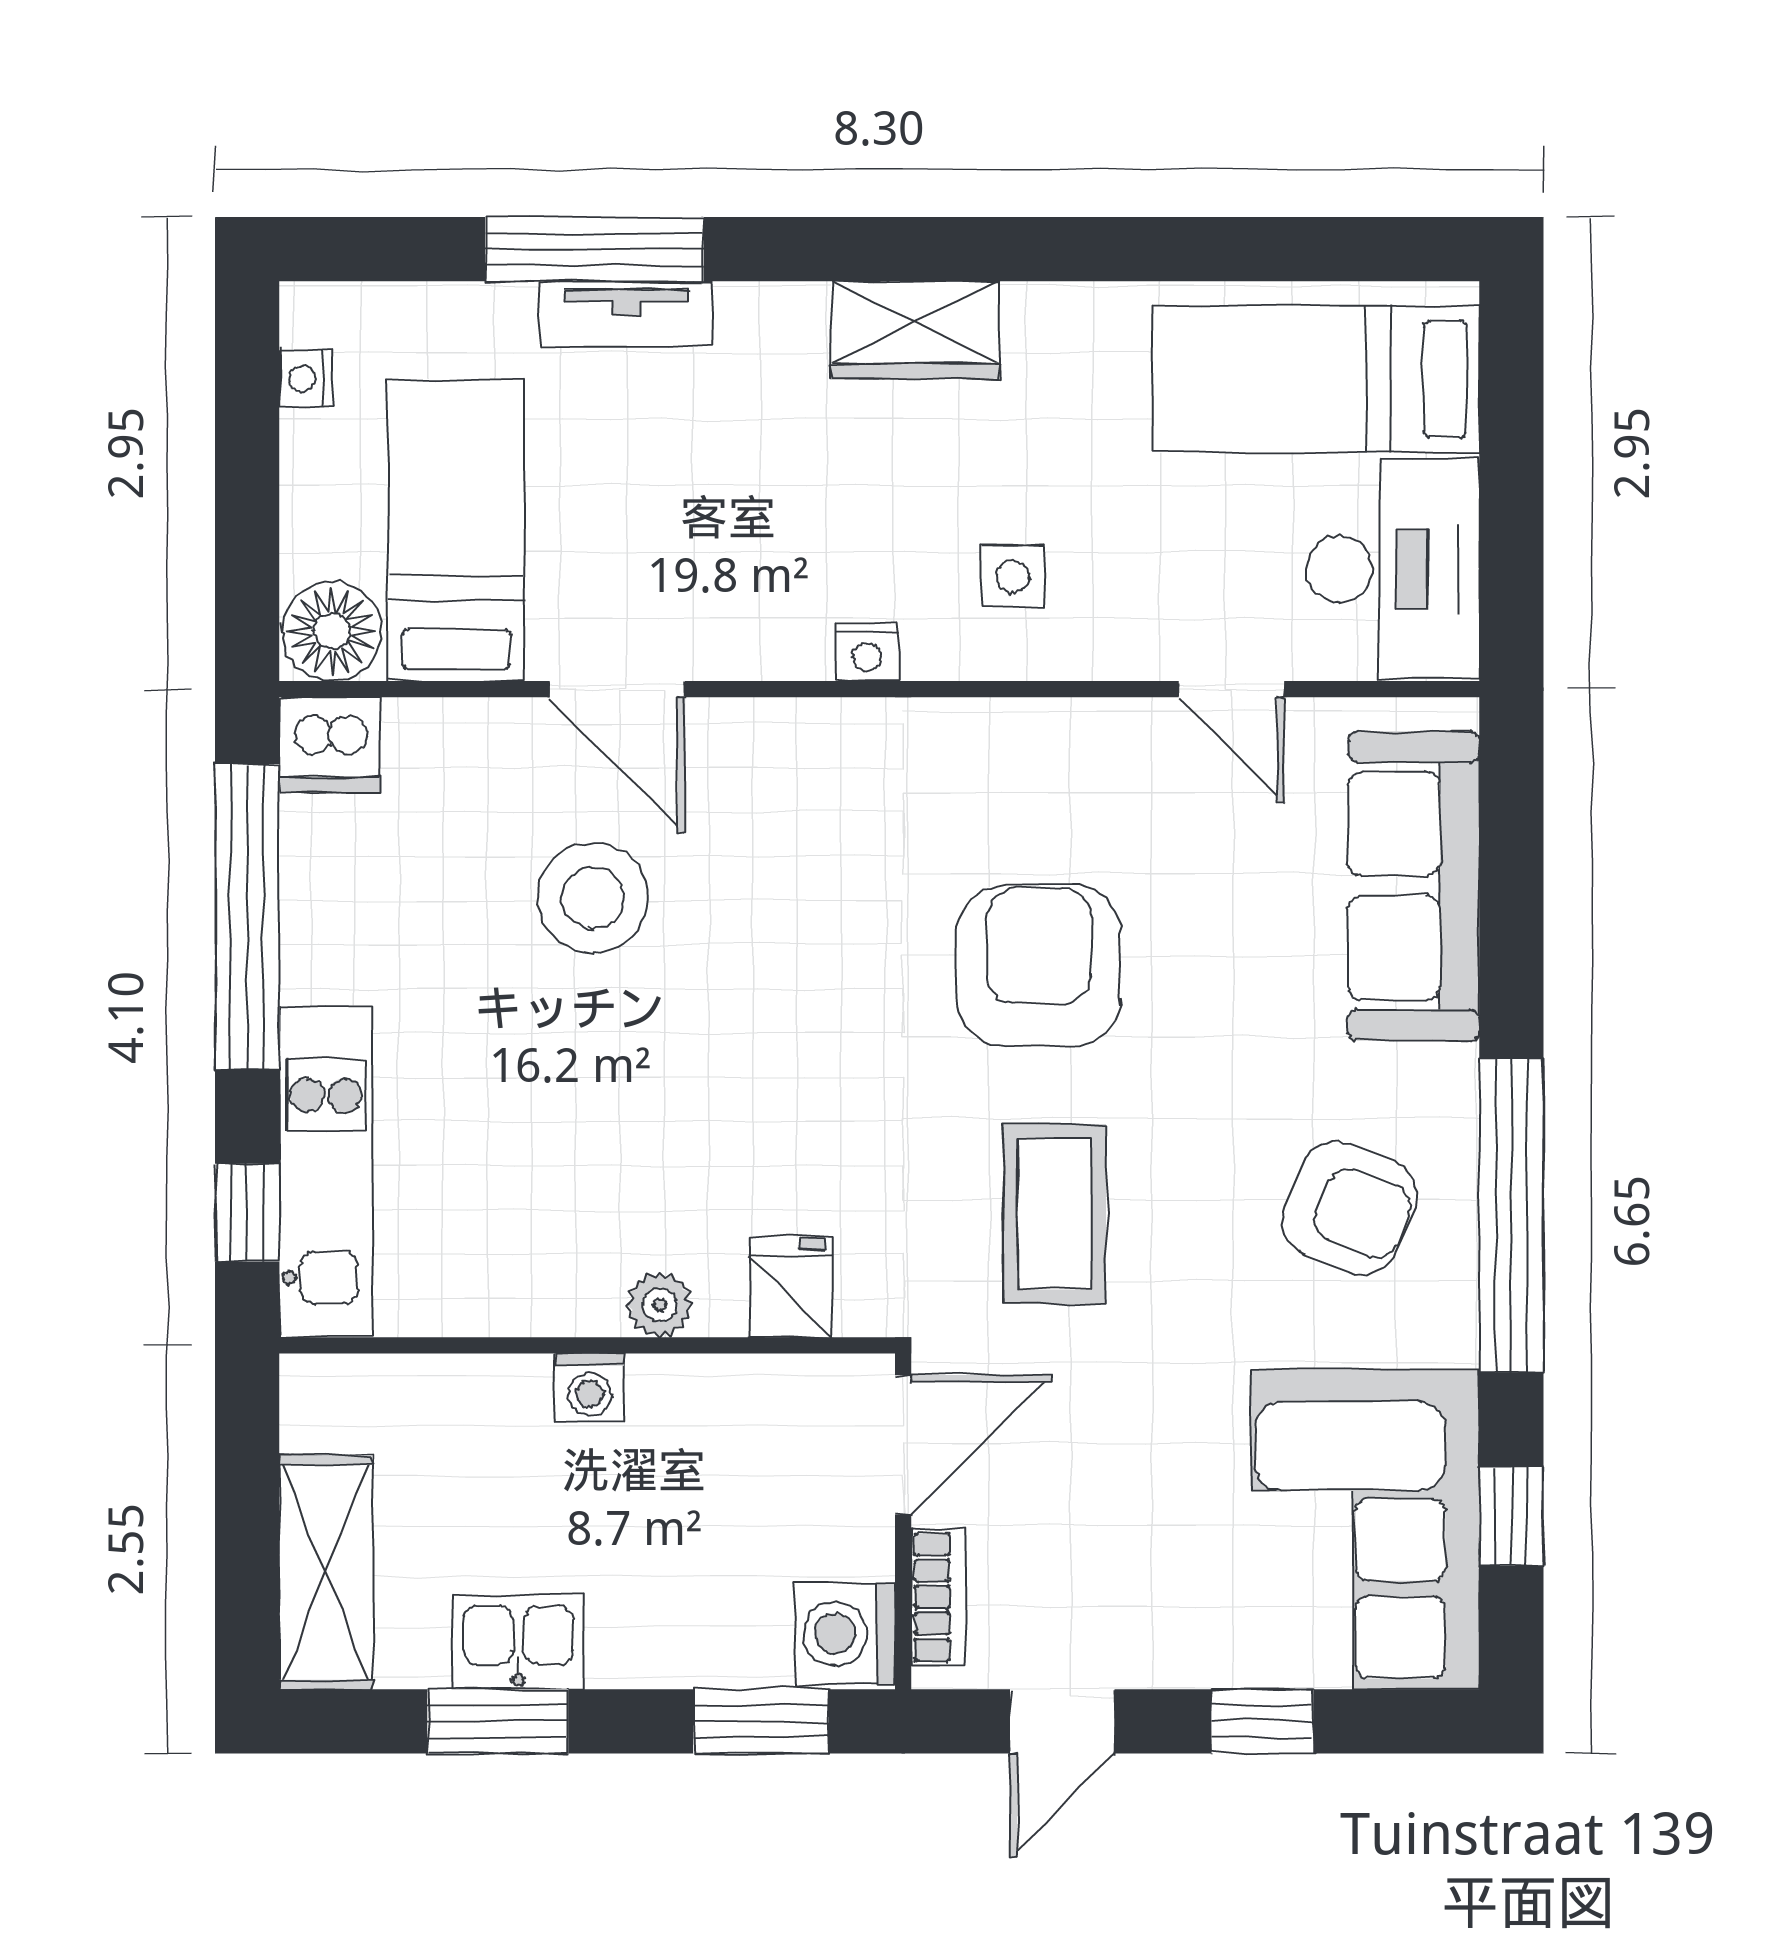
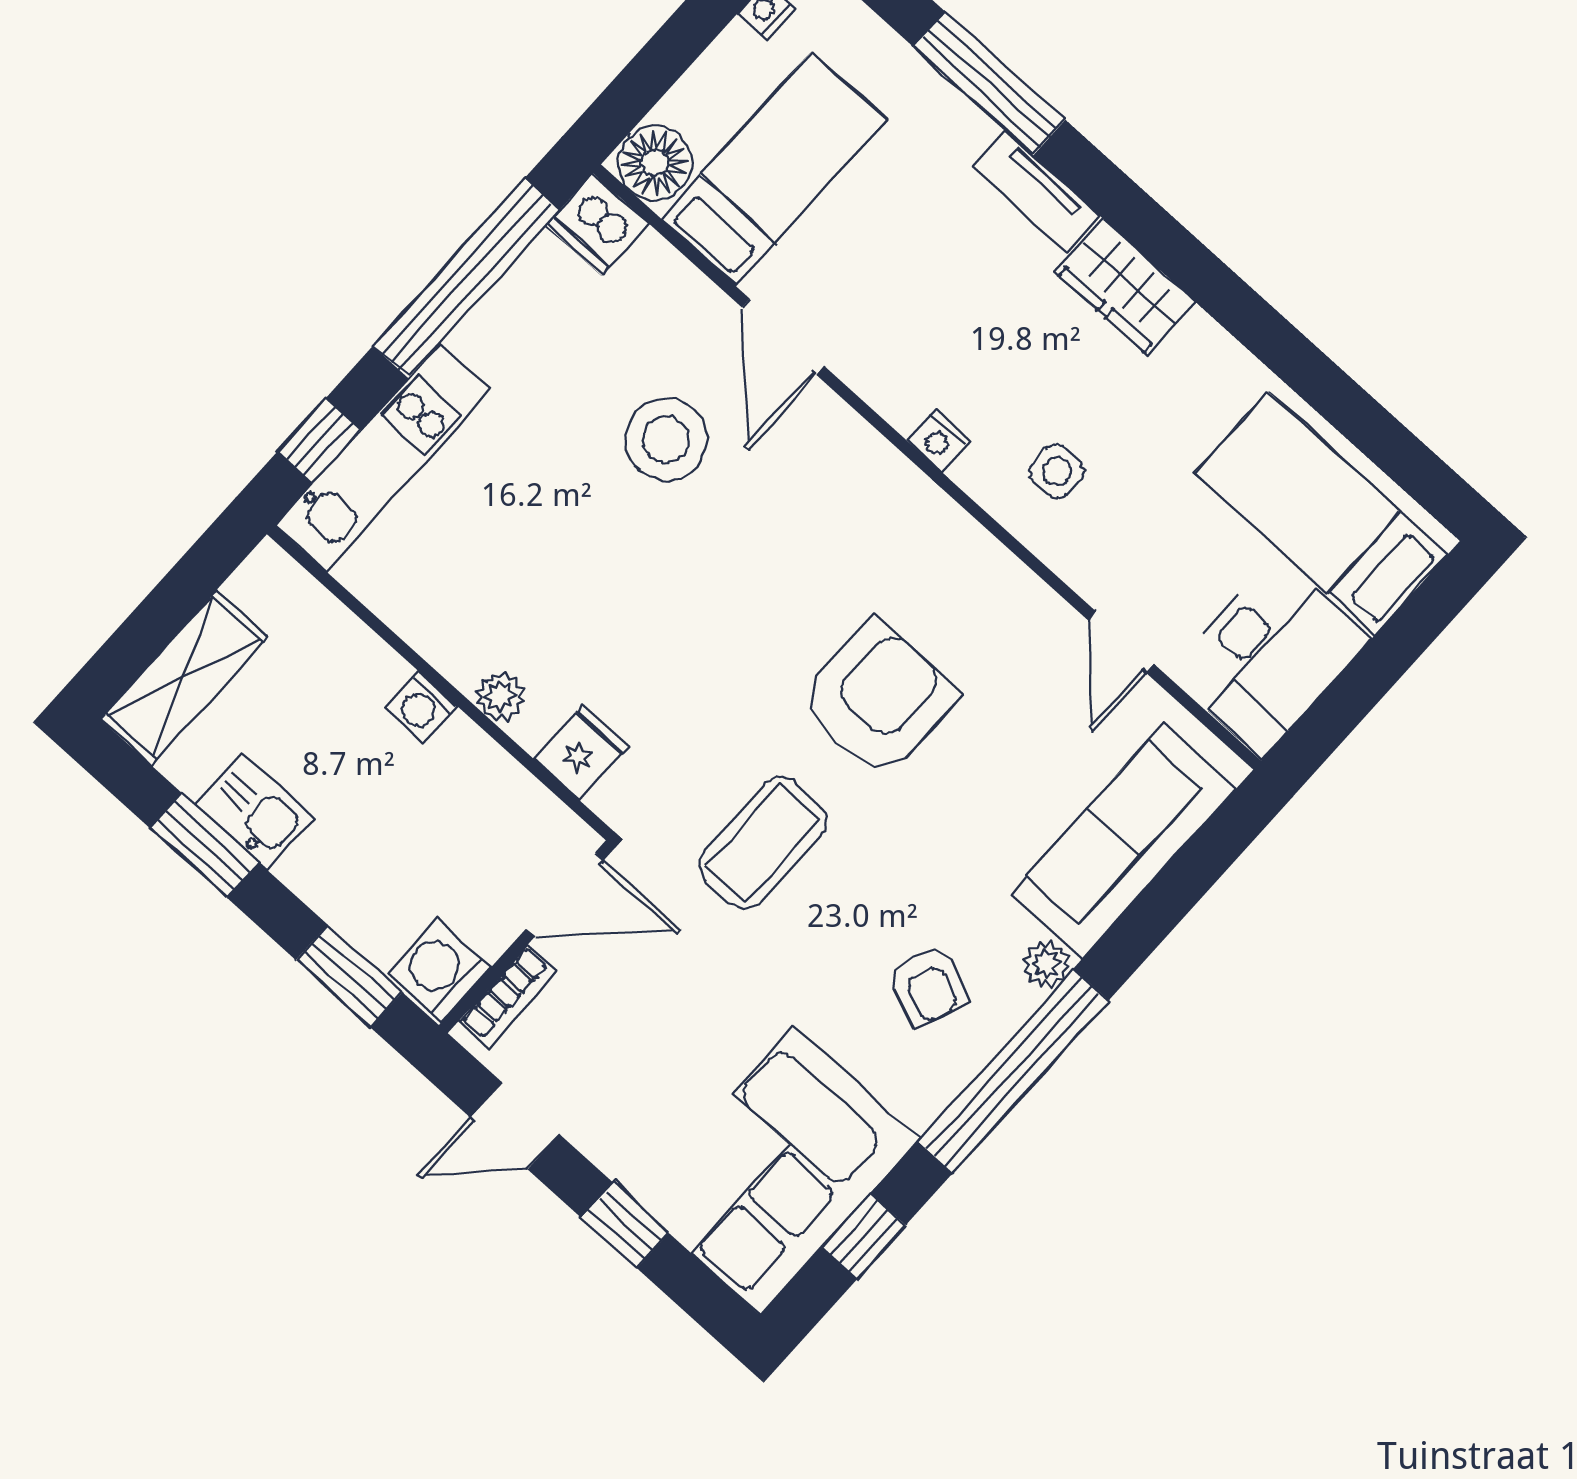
tv unit: (627, 314) -> (1036, 191), moved
plant: (1448, 1079) -> (1046, 964), added
armchair: (1349, 1208) -> (928, 986), width x0.72, depth x0.72

